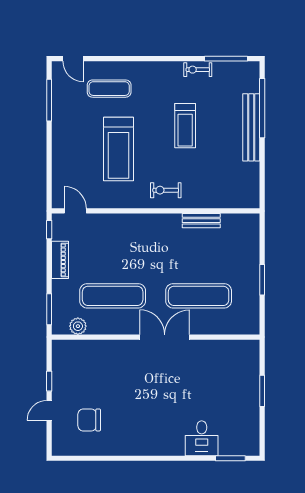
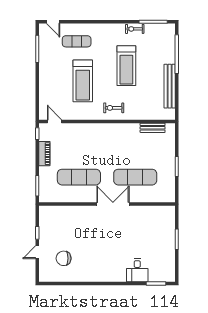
treadmill: (185, 126) -> (126, 66), width x1.37, depth x1.38
bench: (251, 127) -> (170, 86), moved
bench: (201, 221) -> (153, 128), moved
plant: (78, 326) -> (56, 197), removed

